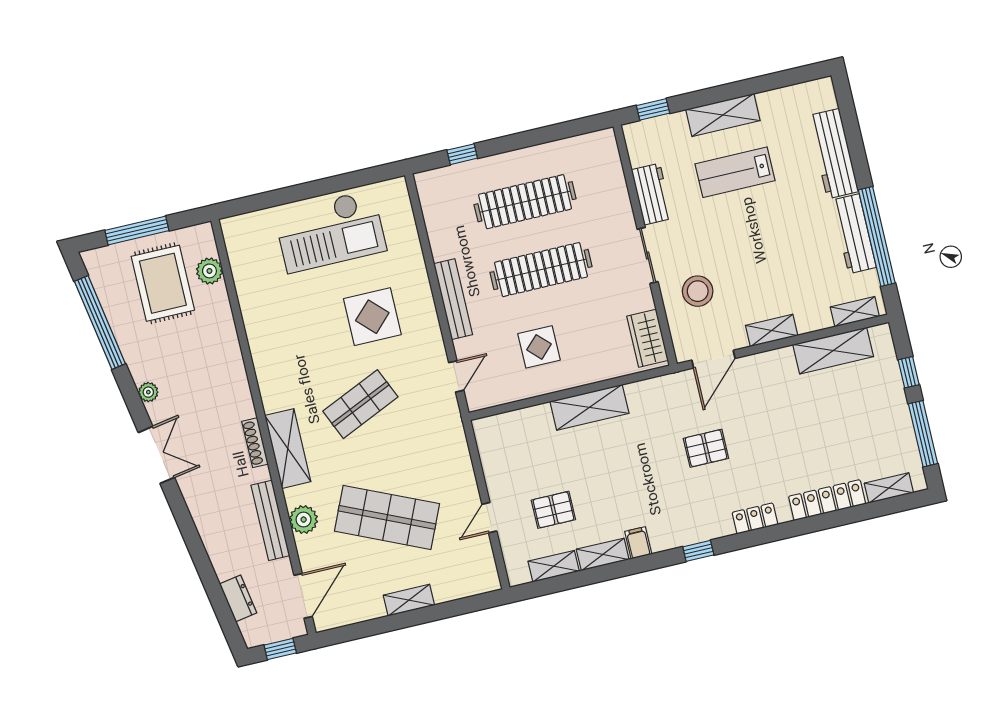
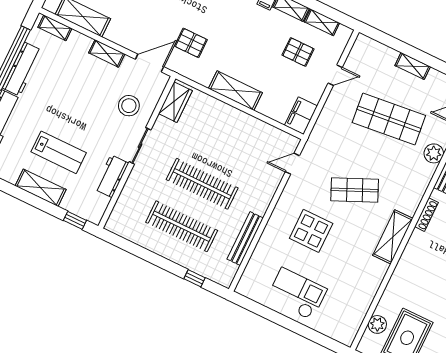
checkout: (330, 231) -> (297, 294), width x0.73, depth x0.83
bench: (453, 299) -> (245, 239), moved
display table: (539, 347) -> (236, 144), removed
filing cabinet: (491, 439) -> (301, 116), added
pallet: (706, 448) -> (191, 43), moved
shelving: (288, 449) -> (393, 237), moved
shop shelf: (387, 517) -> (389, 119), turned -30

